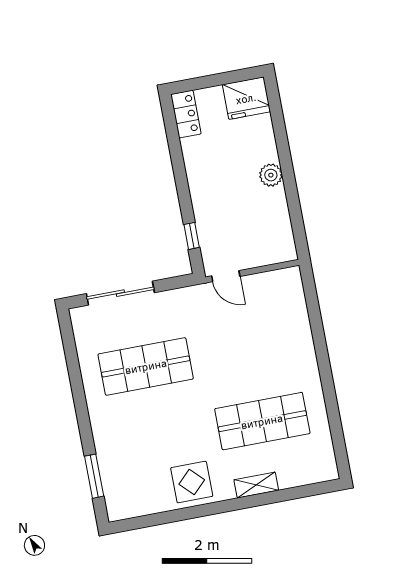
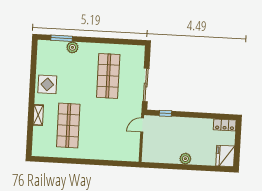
sliding door: (120, 293) -> (146, 85), moved
plant: (107, 451) -> (72, 47), added

